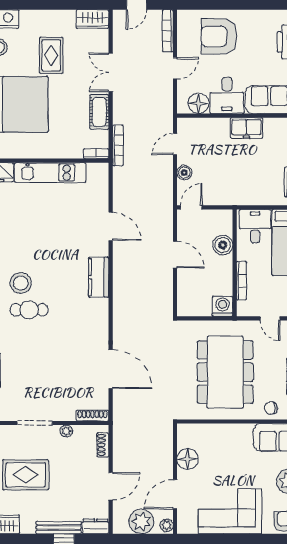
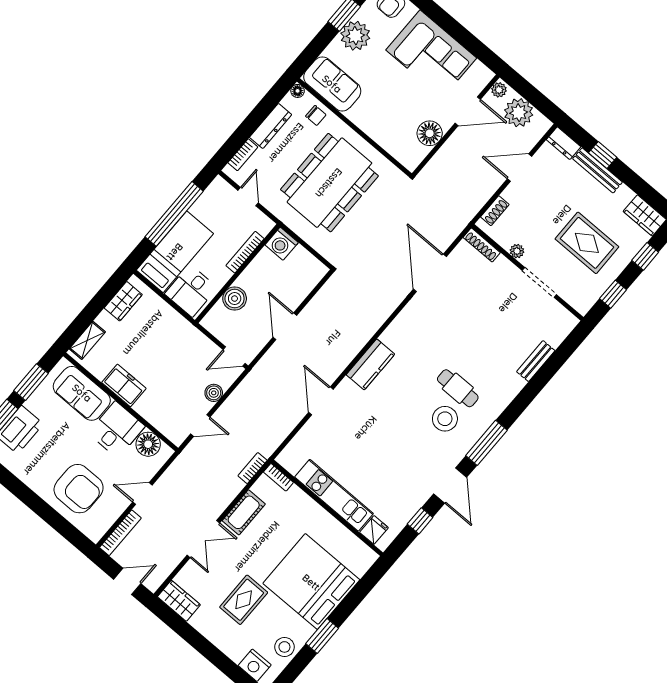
bookcase: (118, 145) -> (253, 468), width x0.64

